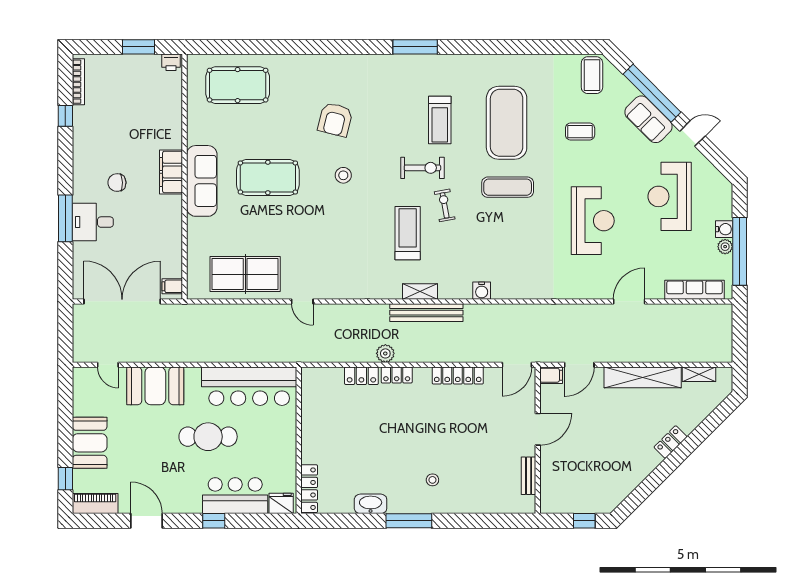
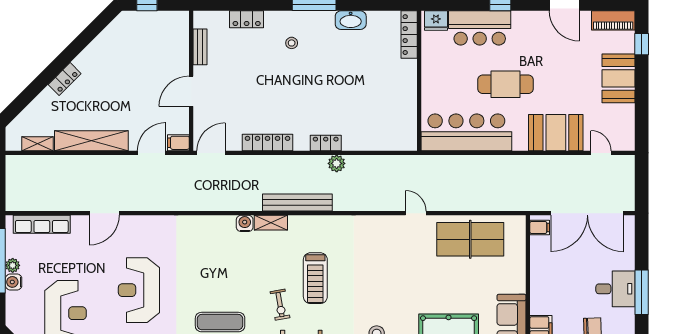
shelving: (420, 291) -> (271, 223), moved
locker: (361, 376) -> (247, 19), moved, turned 180

